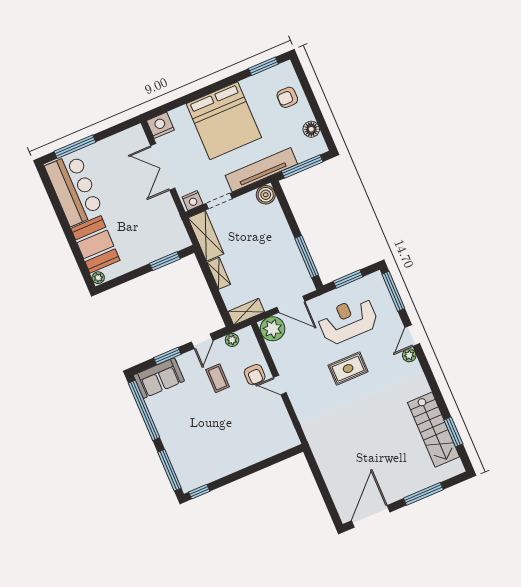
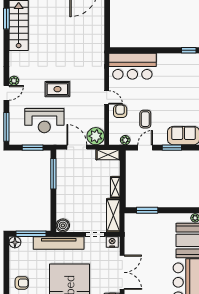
floor lamp: (311, 129) -> (15, 242), moved
bar counter: (264, 440) -> (132, 66), added

